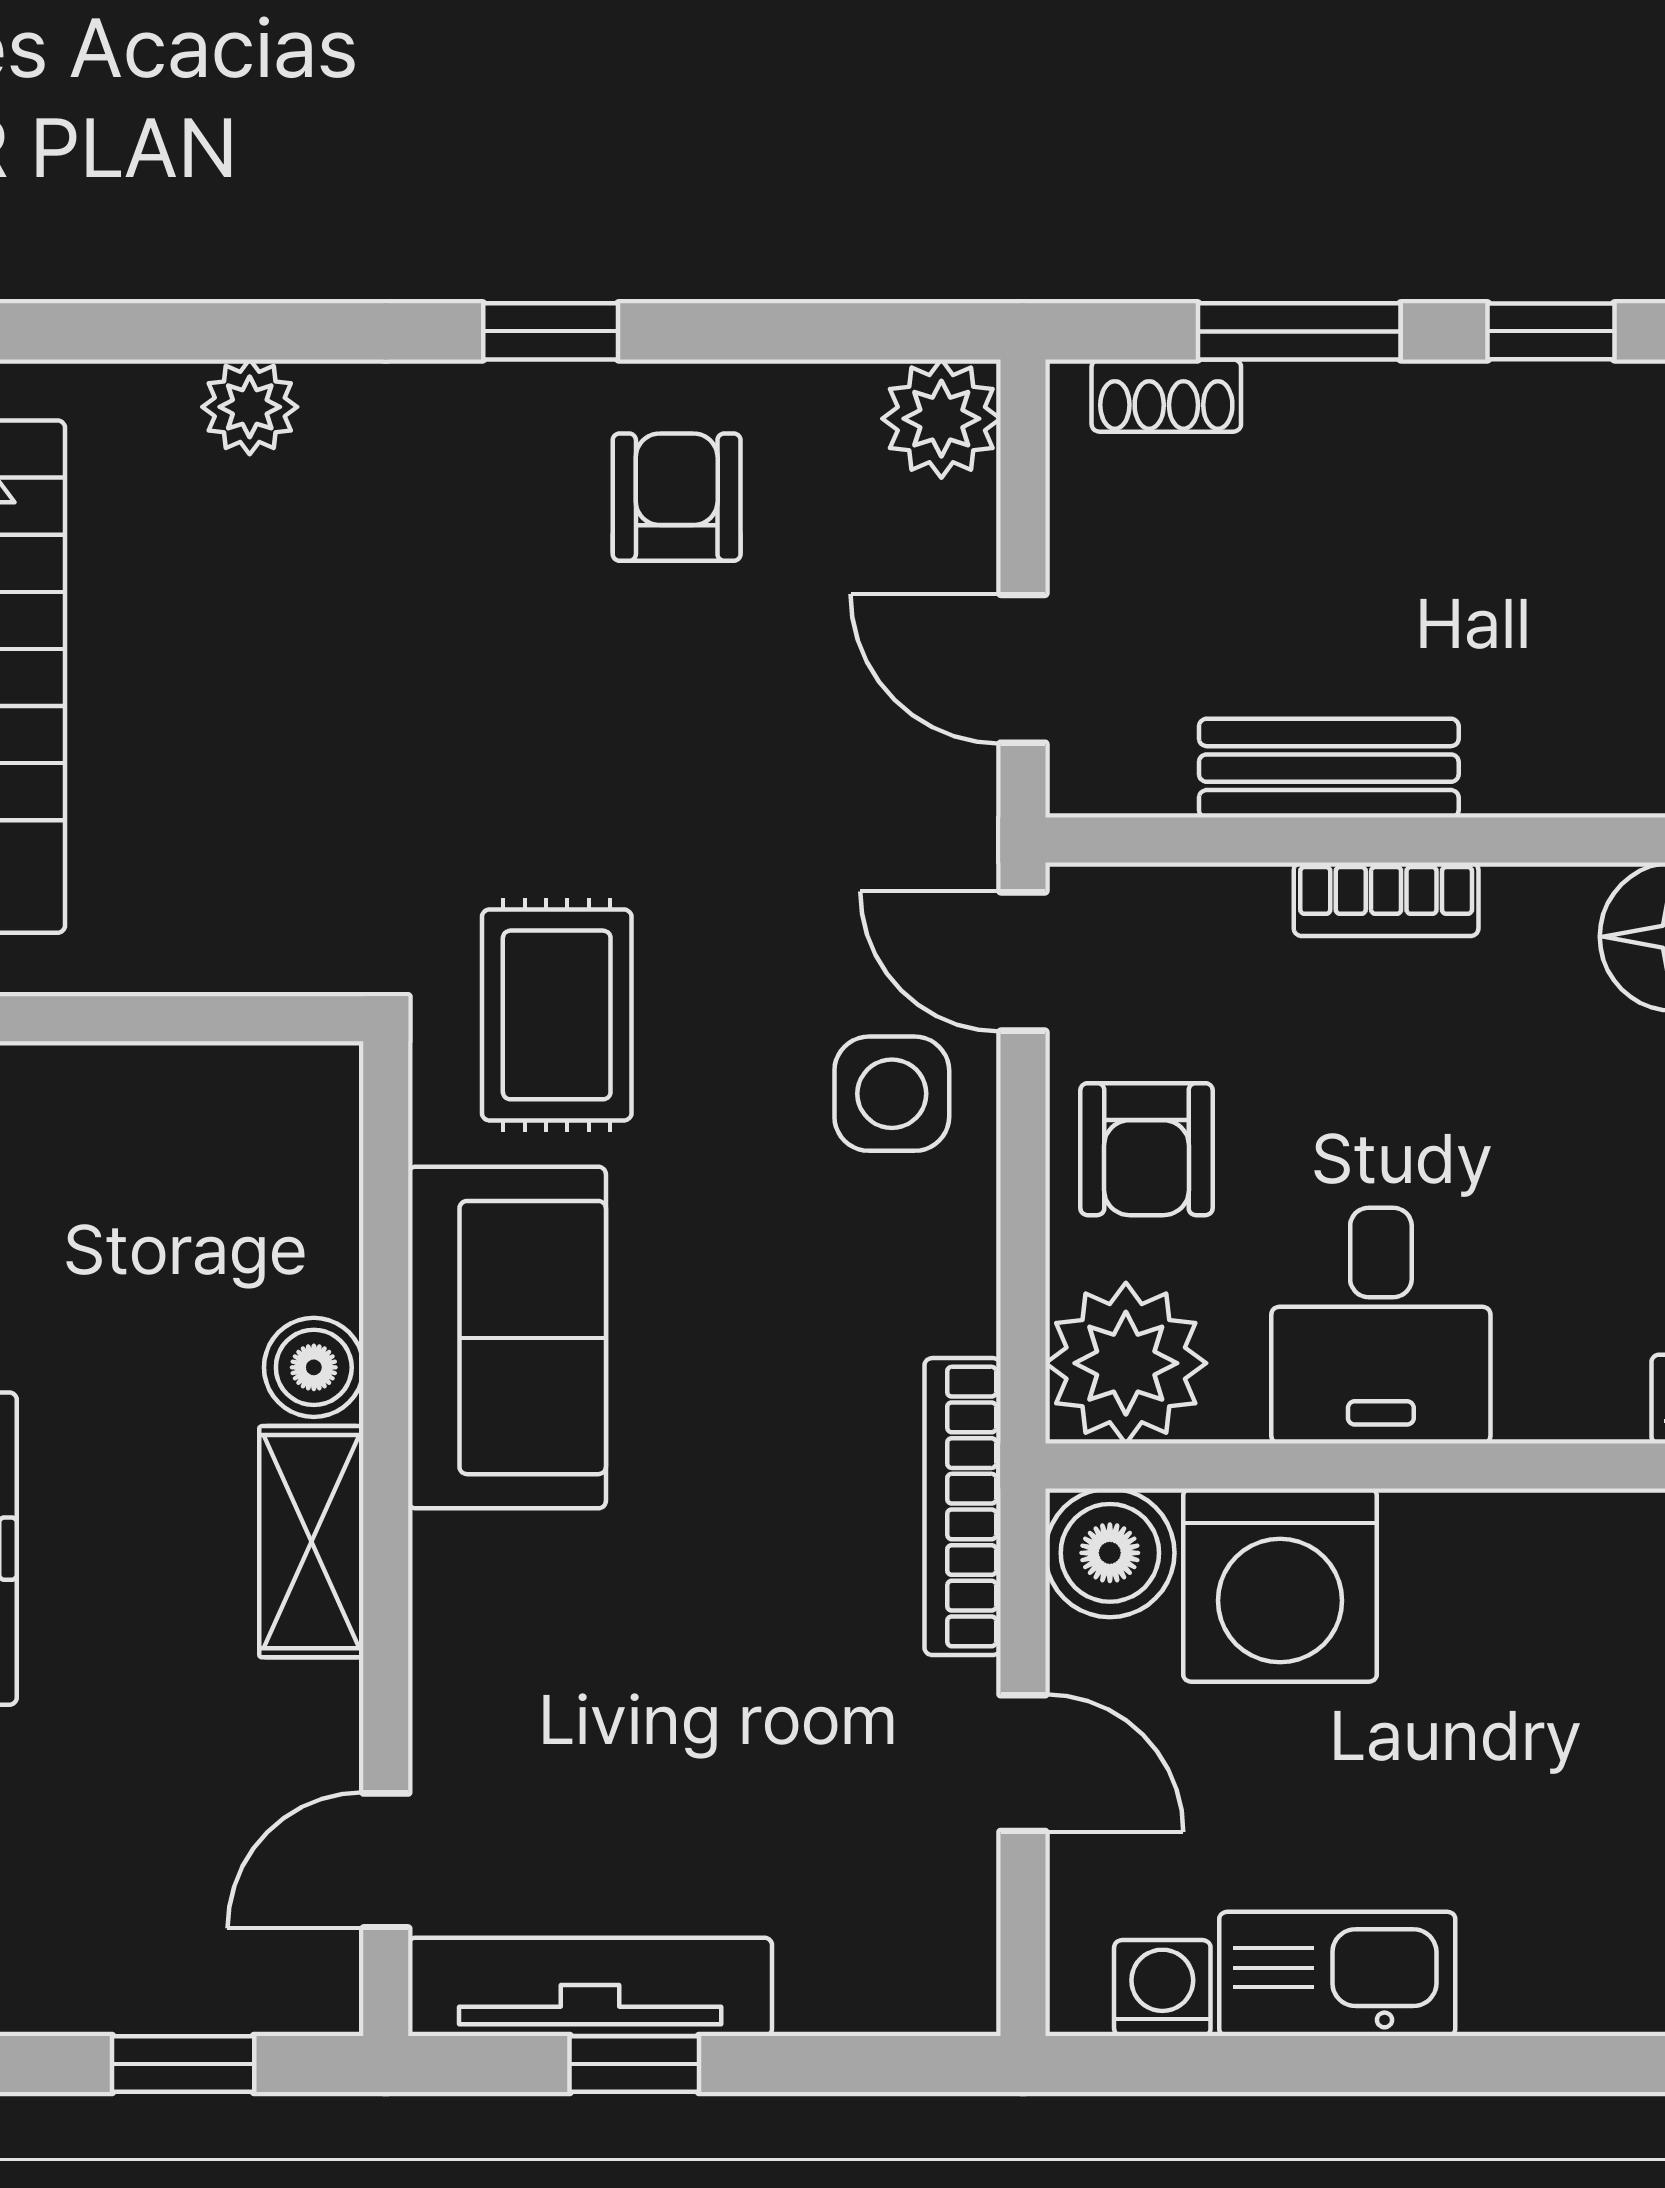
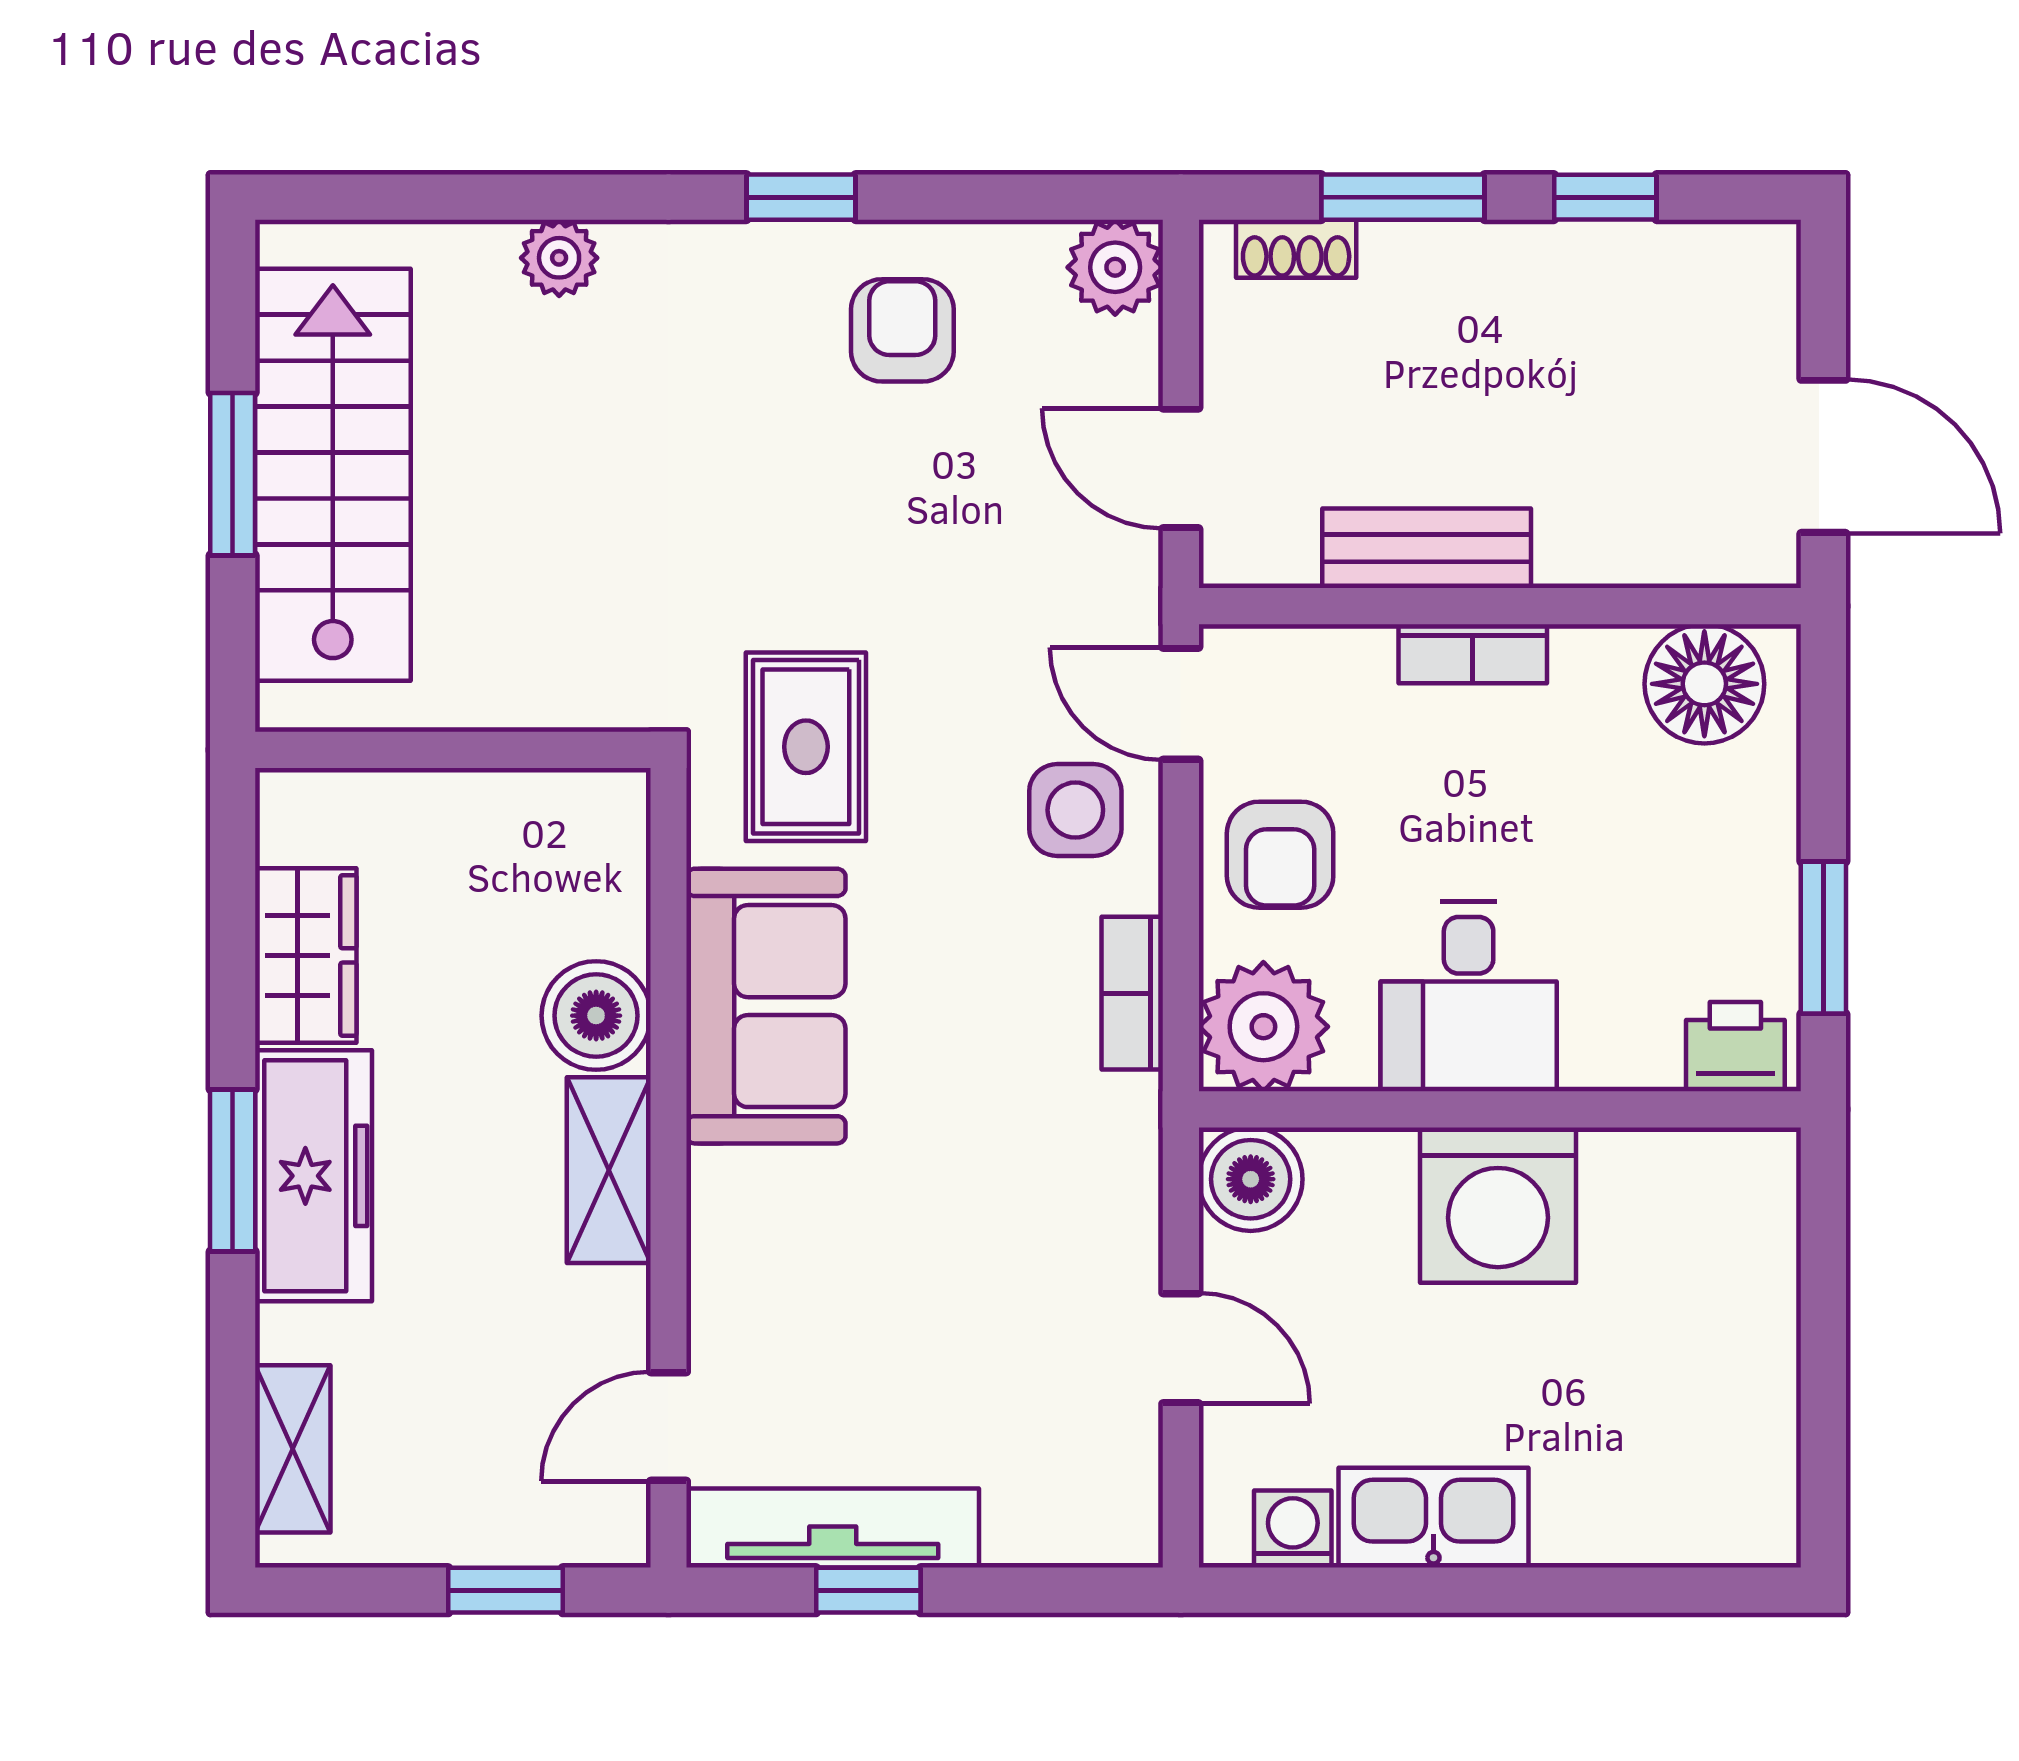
boiler: (314, 1367) -> (596, 1016), width x1.36, depth x1.36
bookcase: (963, 1507) -> (1132, 993), moved, width x0.64
washing machine: (1280, 1585) -> (1498, 1205), moved

